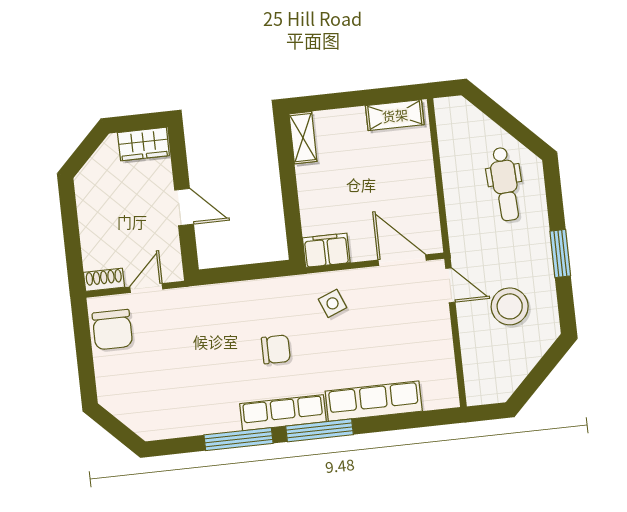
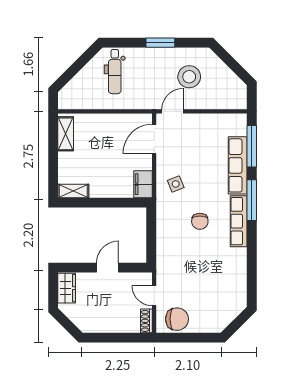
dental chair: (505, 184) -> (115, 72), turned 93
chair: (276, 349) -> (200, 221), turned 180
window: (238, 439) -> (252, 146), moved

